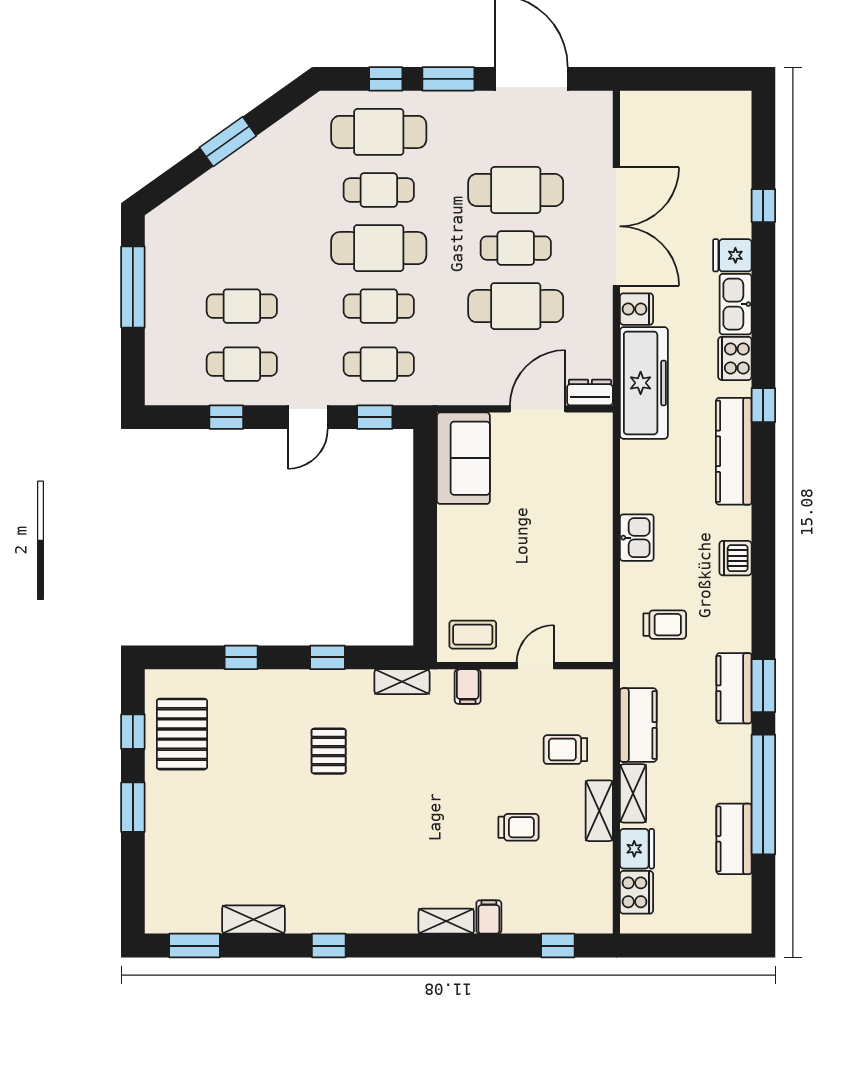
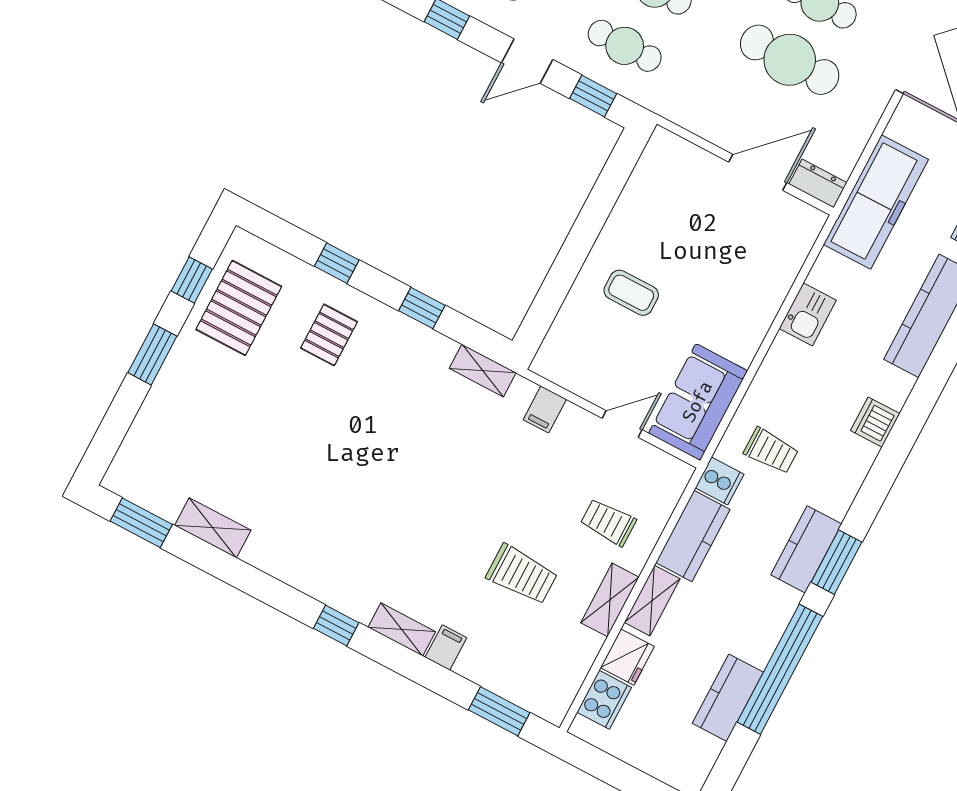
cooker: (637, 309) -> (720, 481), moved
sofa: (463, 458) -> (698, 402), moved, turned 180
kitchen sink: (637, 538) -> (808, 314), moved
coffee table: (473, 635) -> (631, 293), moved
pallet: (329, 751) -> (329, 335), moved
trolley: (519, 827) -> (522, 575), width x1.36, depth x1.39
window: (329, 946) -> (336, 625), moved
window: (558, 946) -> (499, 711), width x1.50

